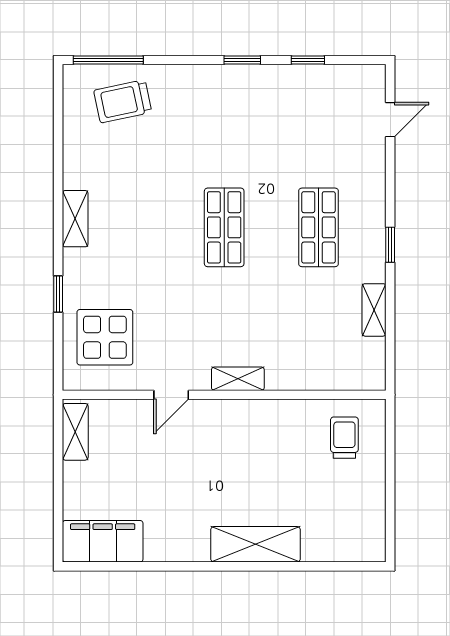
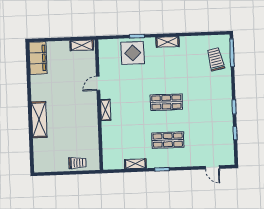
display table: (105, 337) -> (133, 53), moved
door: (171, 395) -> (98, 83), hinge flipped
trolley: (344, 438) -> (77, 163), moved

